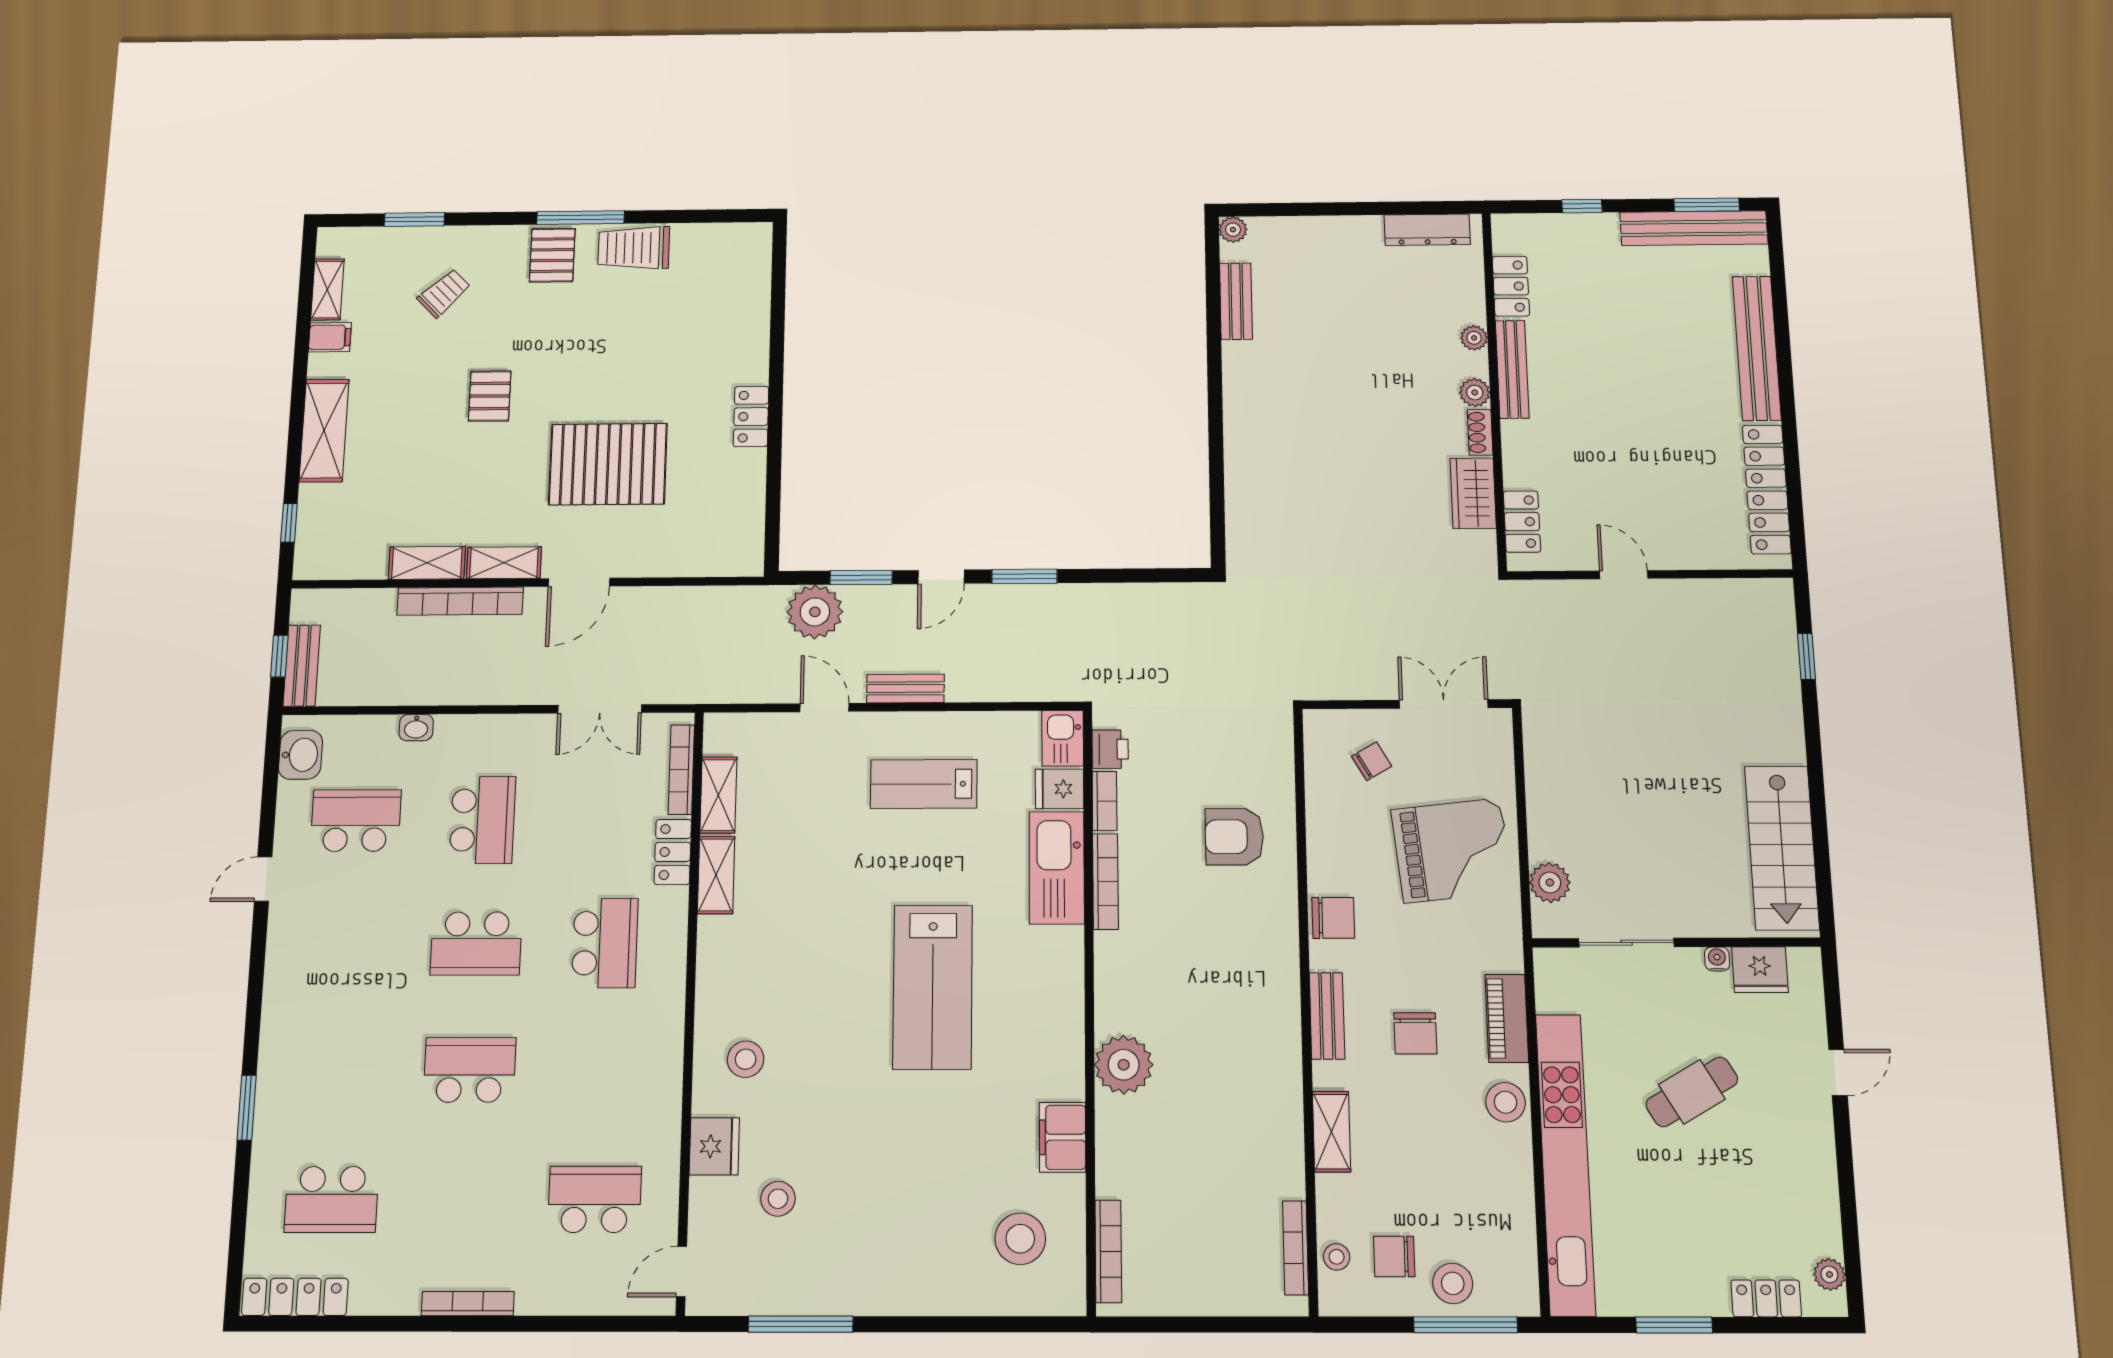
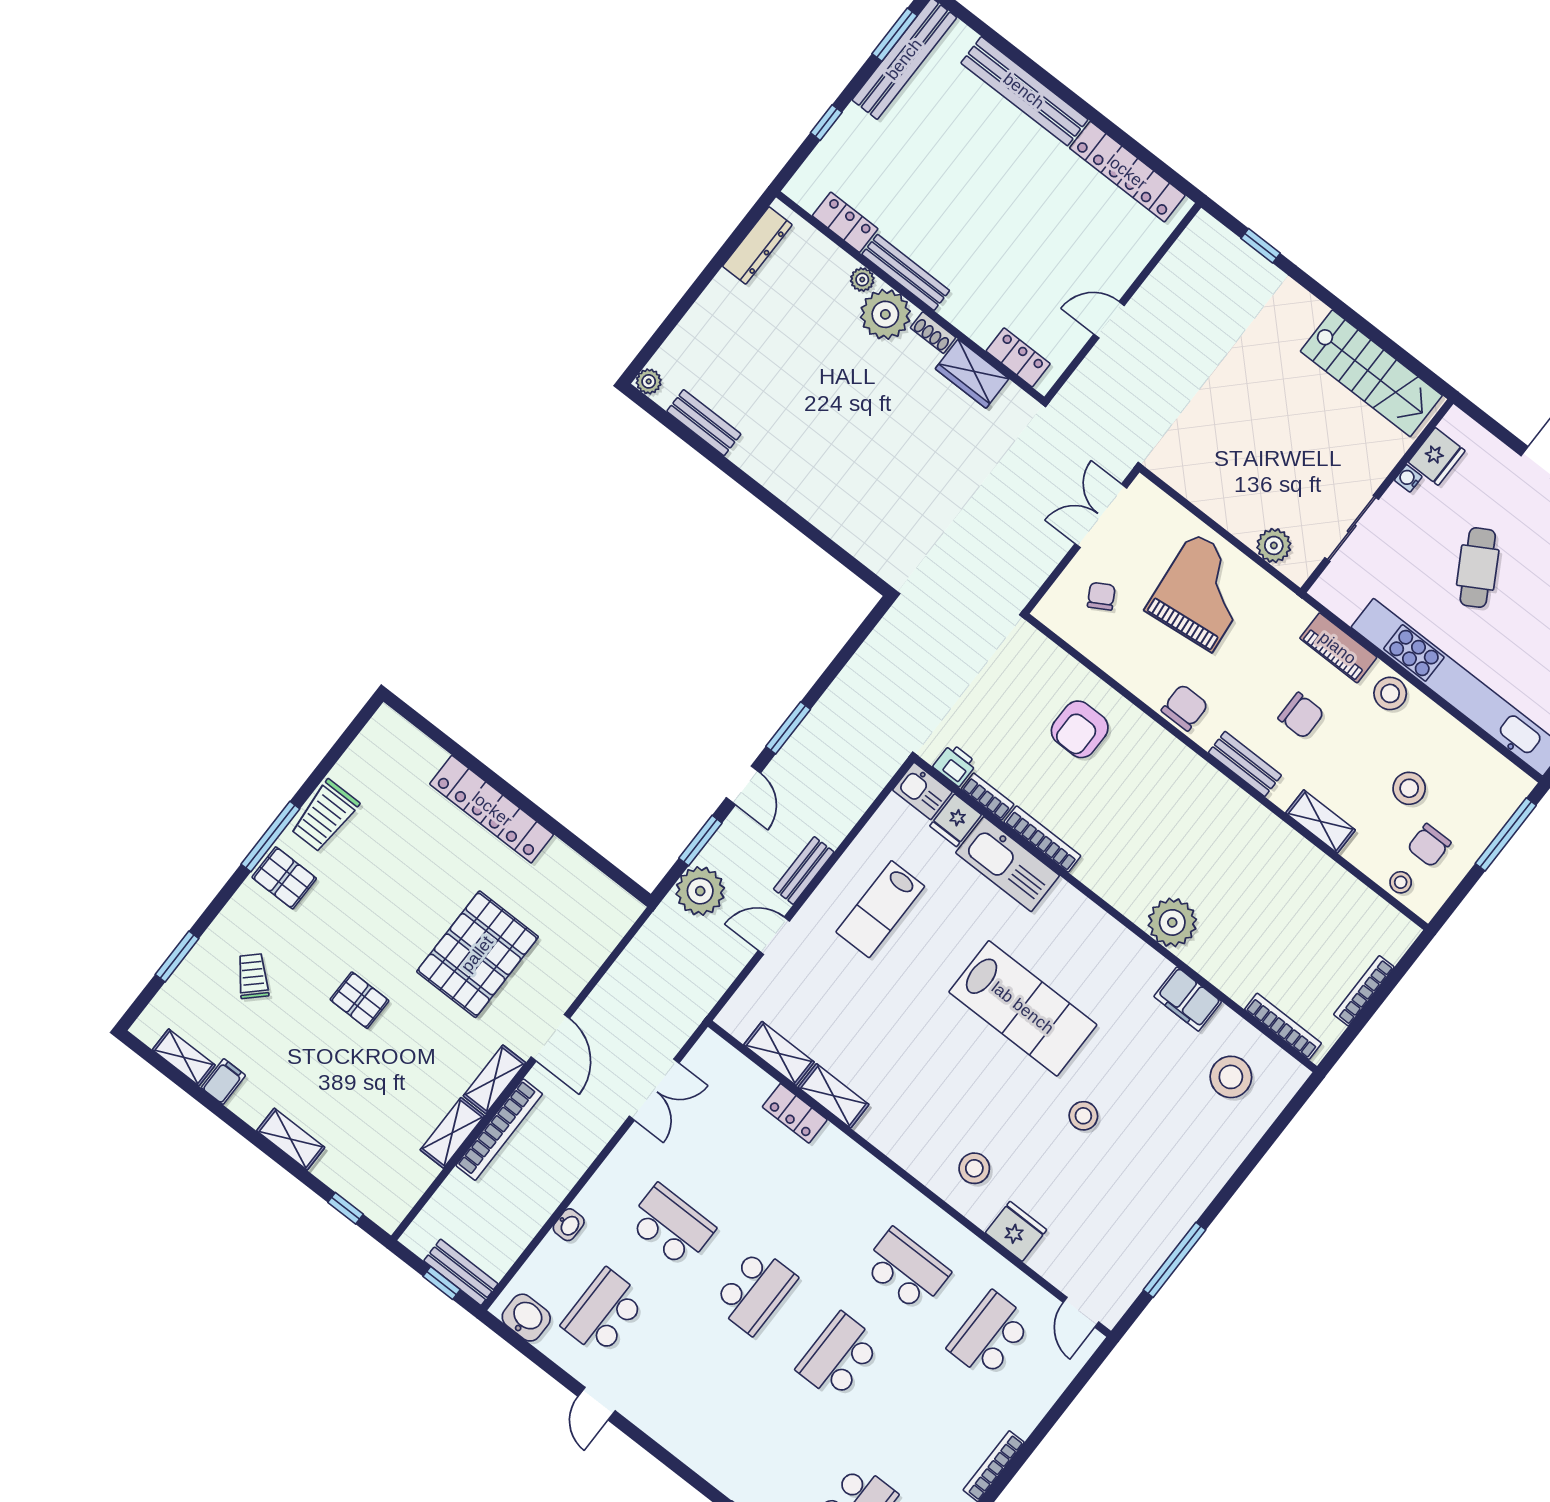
plant: (1475, 393) -> (885, 314), width x1.88, depth x1.88
locker: (751, 417) -> (492, 809), width x2.16, depth x1.21
shelving: (324, 431) -> (291, 1139), width x0.67, depth x0.75
bookcase: (681, 770) -> (741, 1065), removed
school desk: (605, 943) -> (906, 1270), moved
stool: (778, 1199) -> (1083, 1116), moved
bookcase: (1296, 1248) -> (1364, 991), moved, turned 90
stool: (1453, 1283) -> (1409, 788), moved

